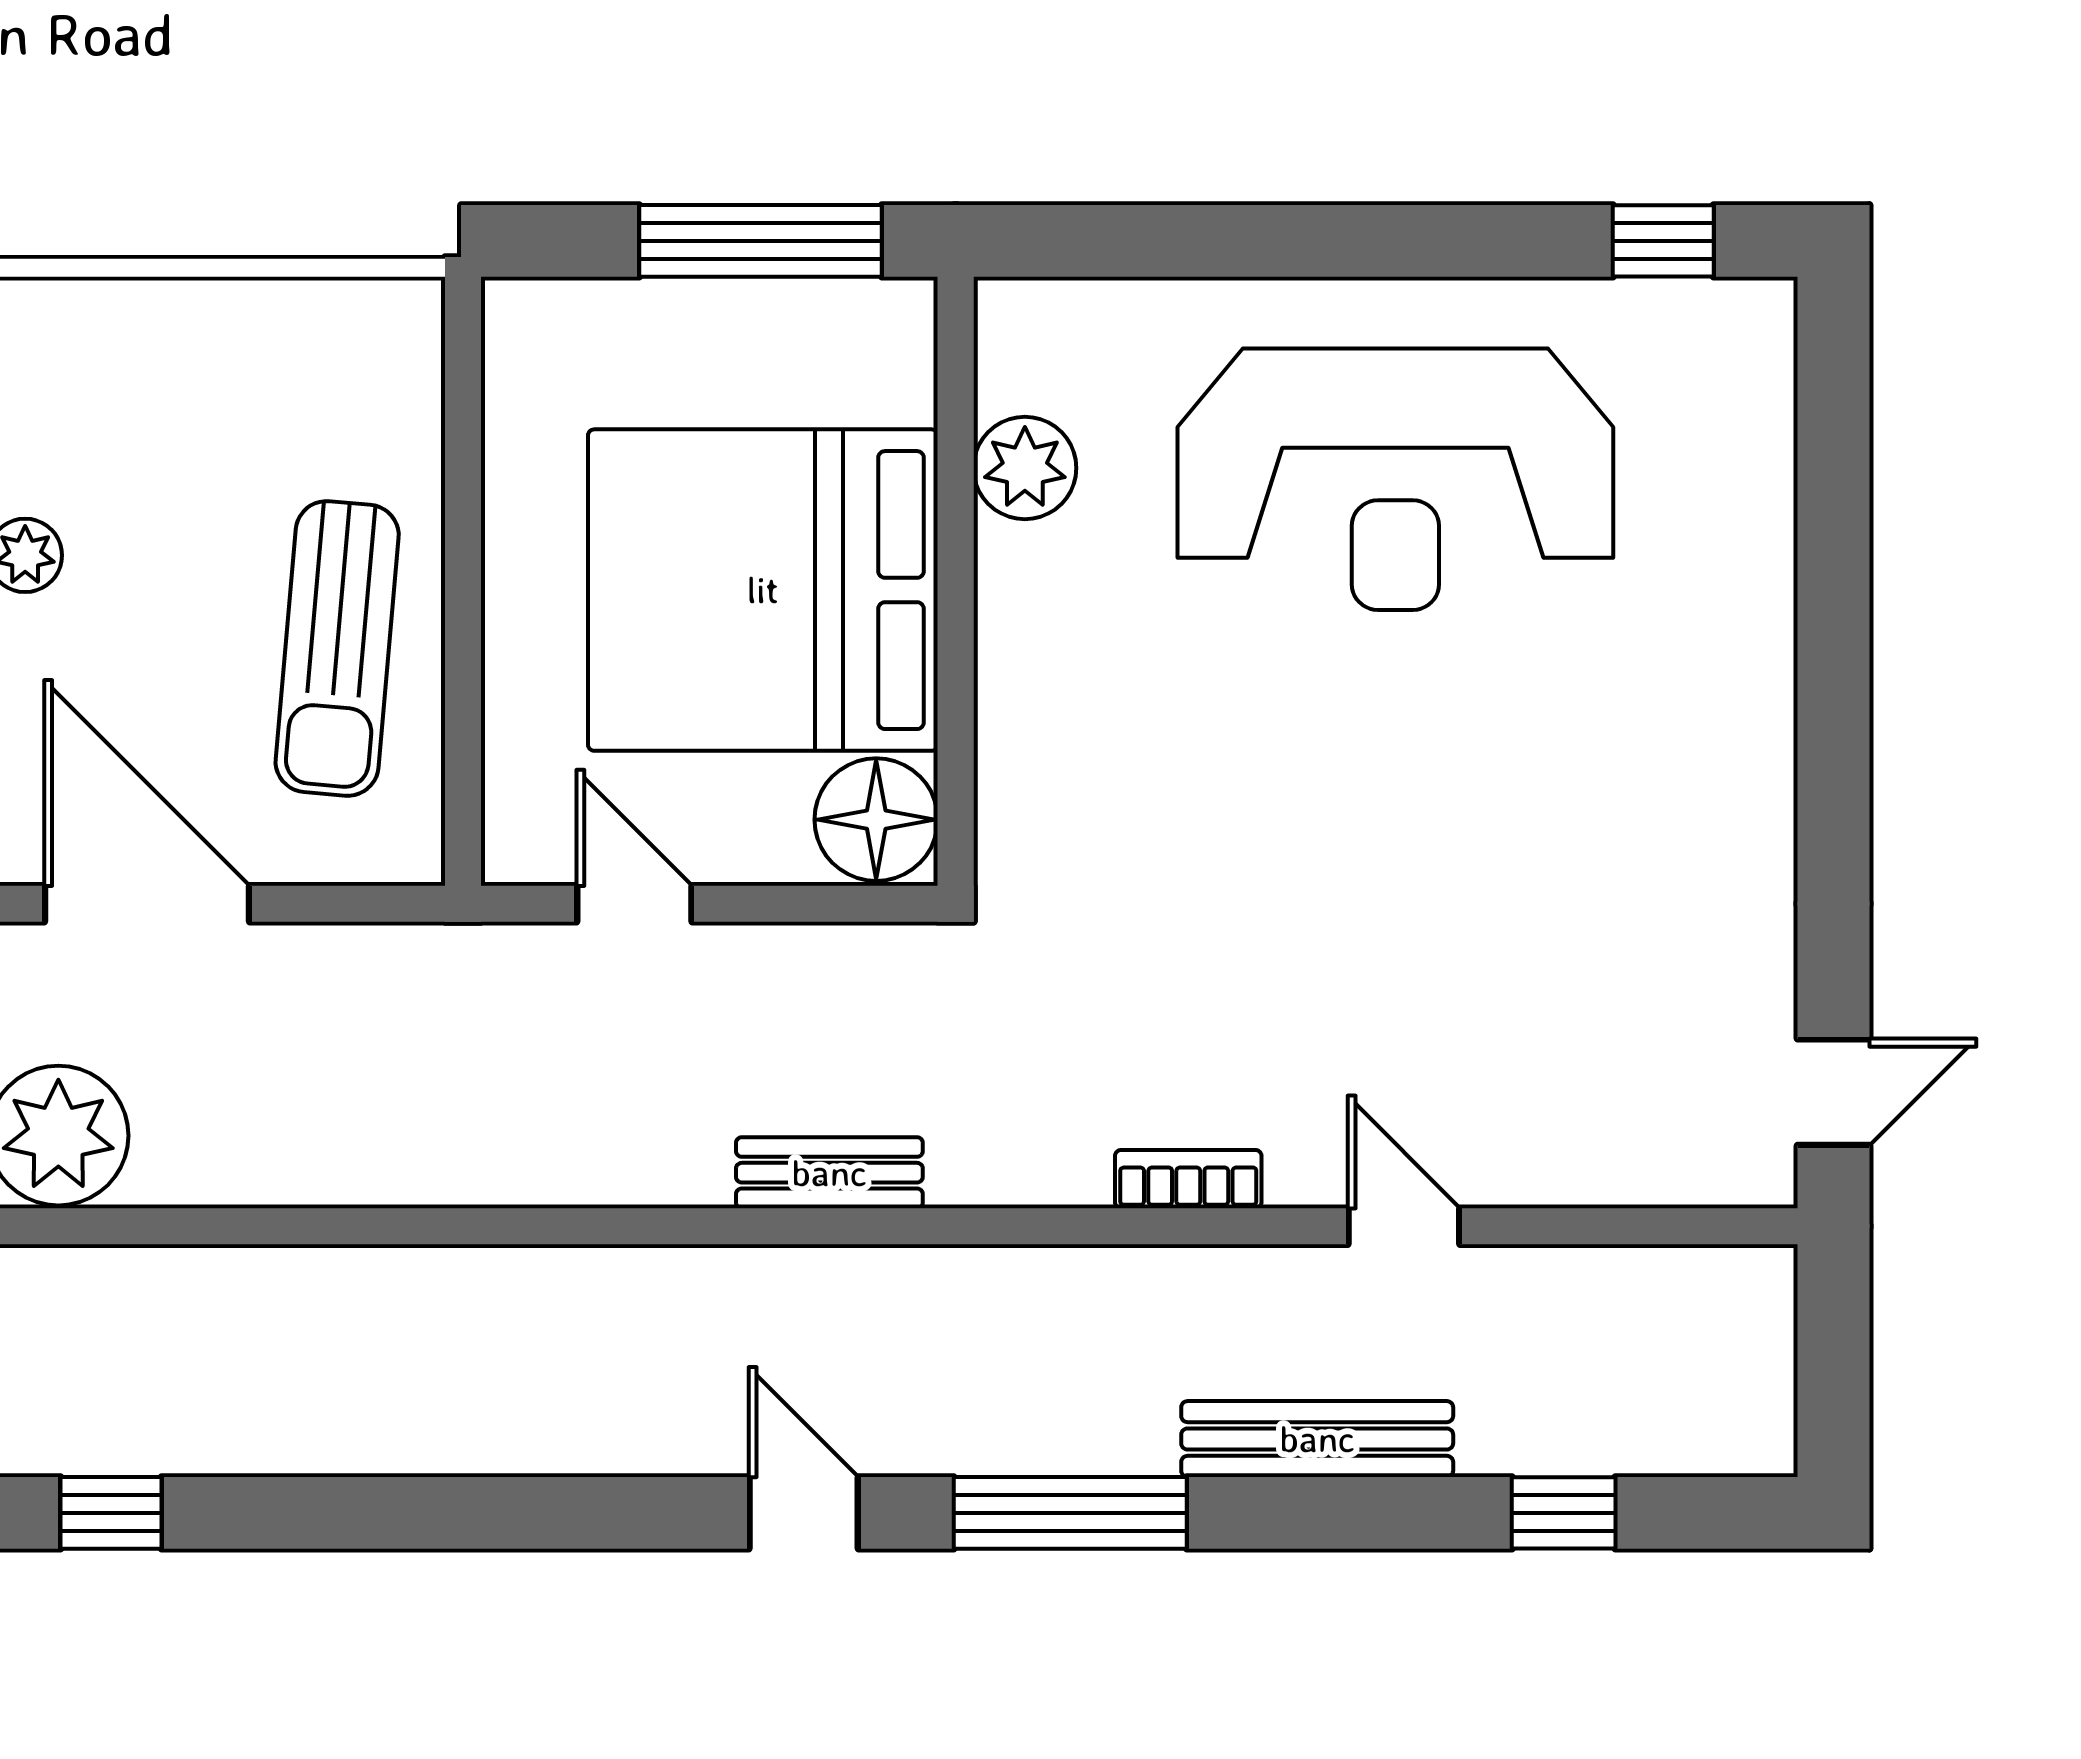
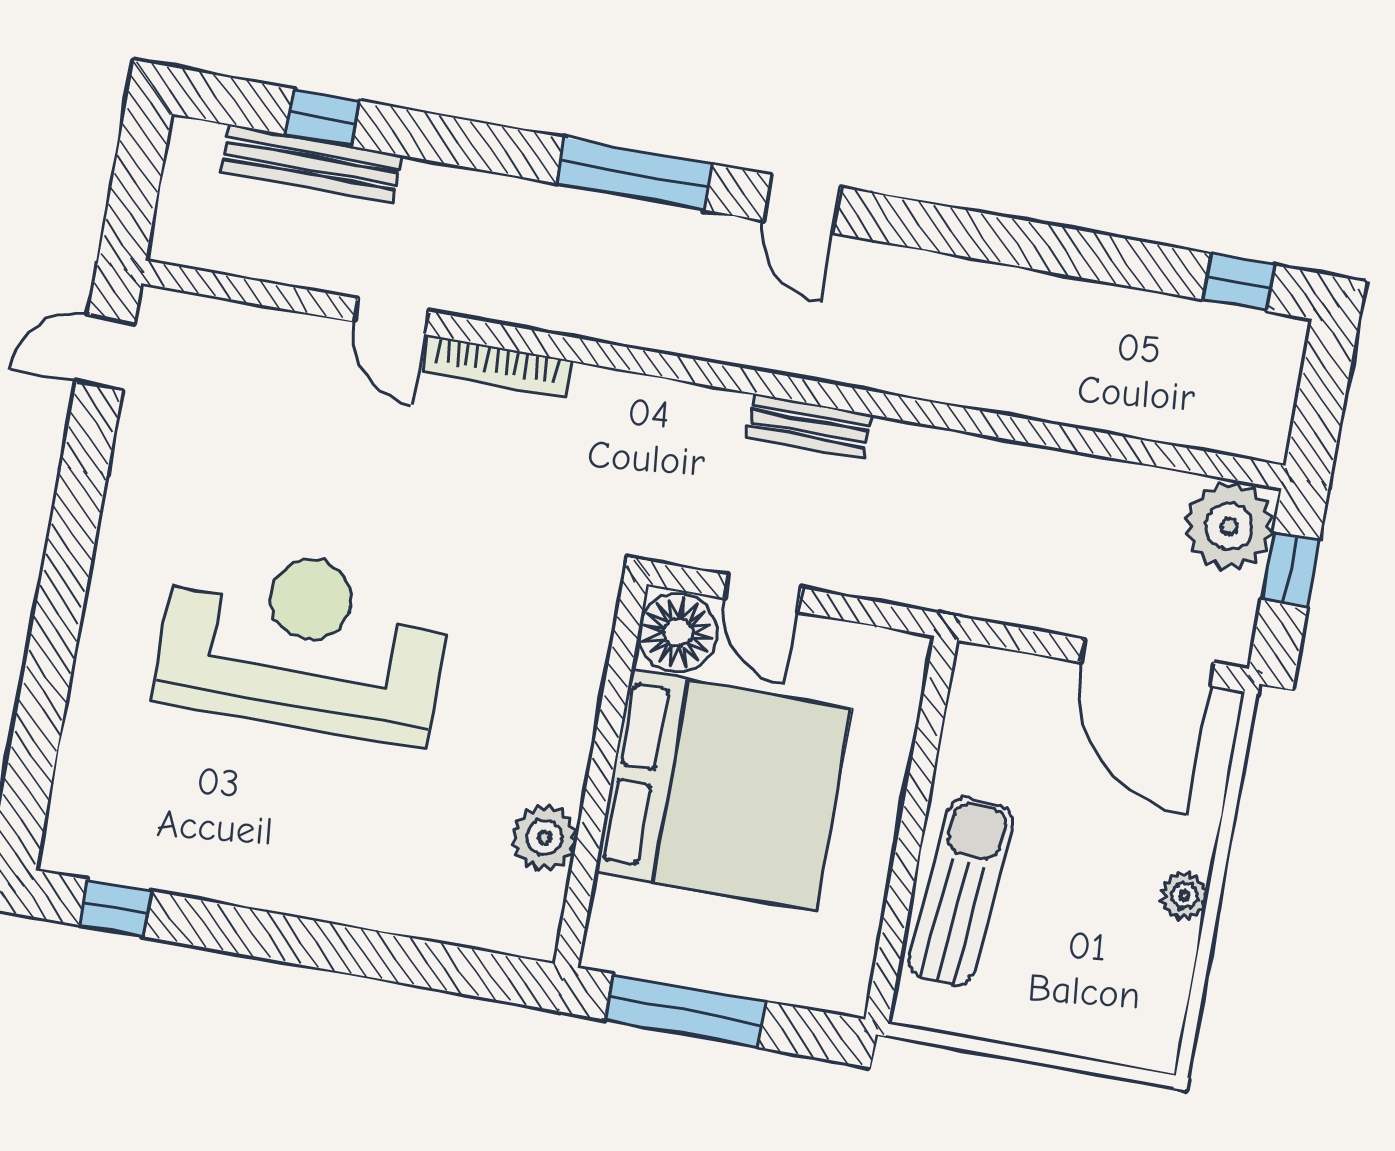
reception desk: (1395, 479) -> (303, 643), moved
sun lounger: (337, 648) -> (961, 892), moved
door: (634, 904) -> (763, 593), moved
bench: (829, 1173) -> (809, 427), moved
bookcase: (1188, 1179) -> (496, 366), width x1.56
bench: (1317, 1439) -> (311, 164), moved

